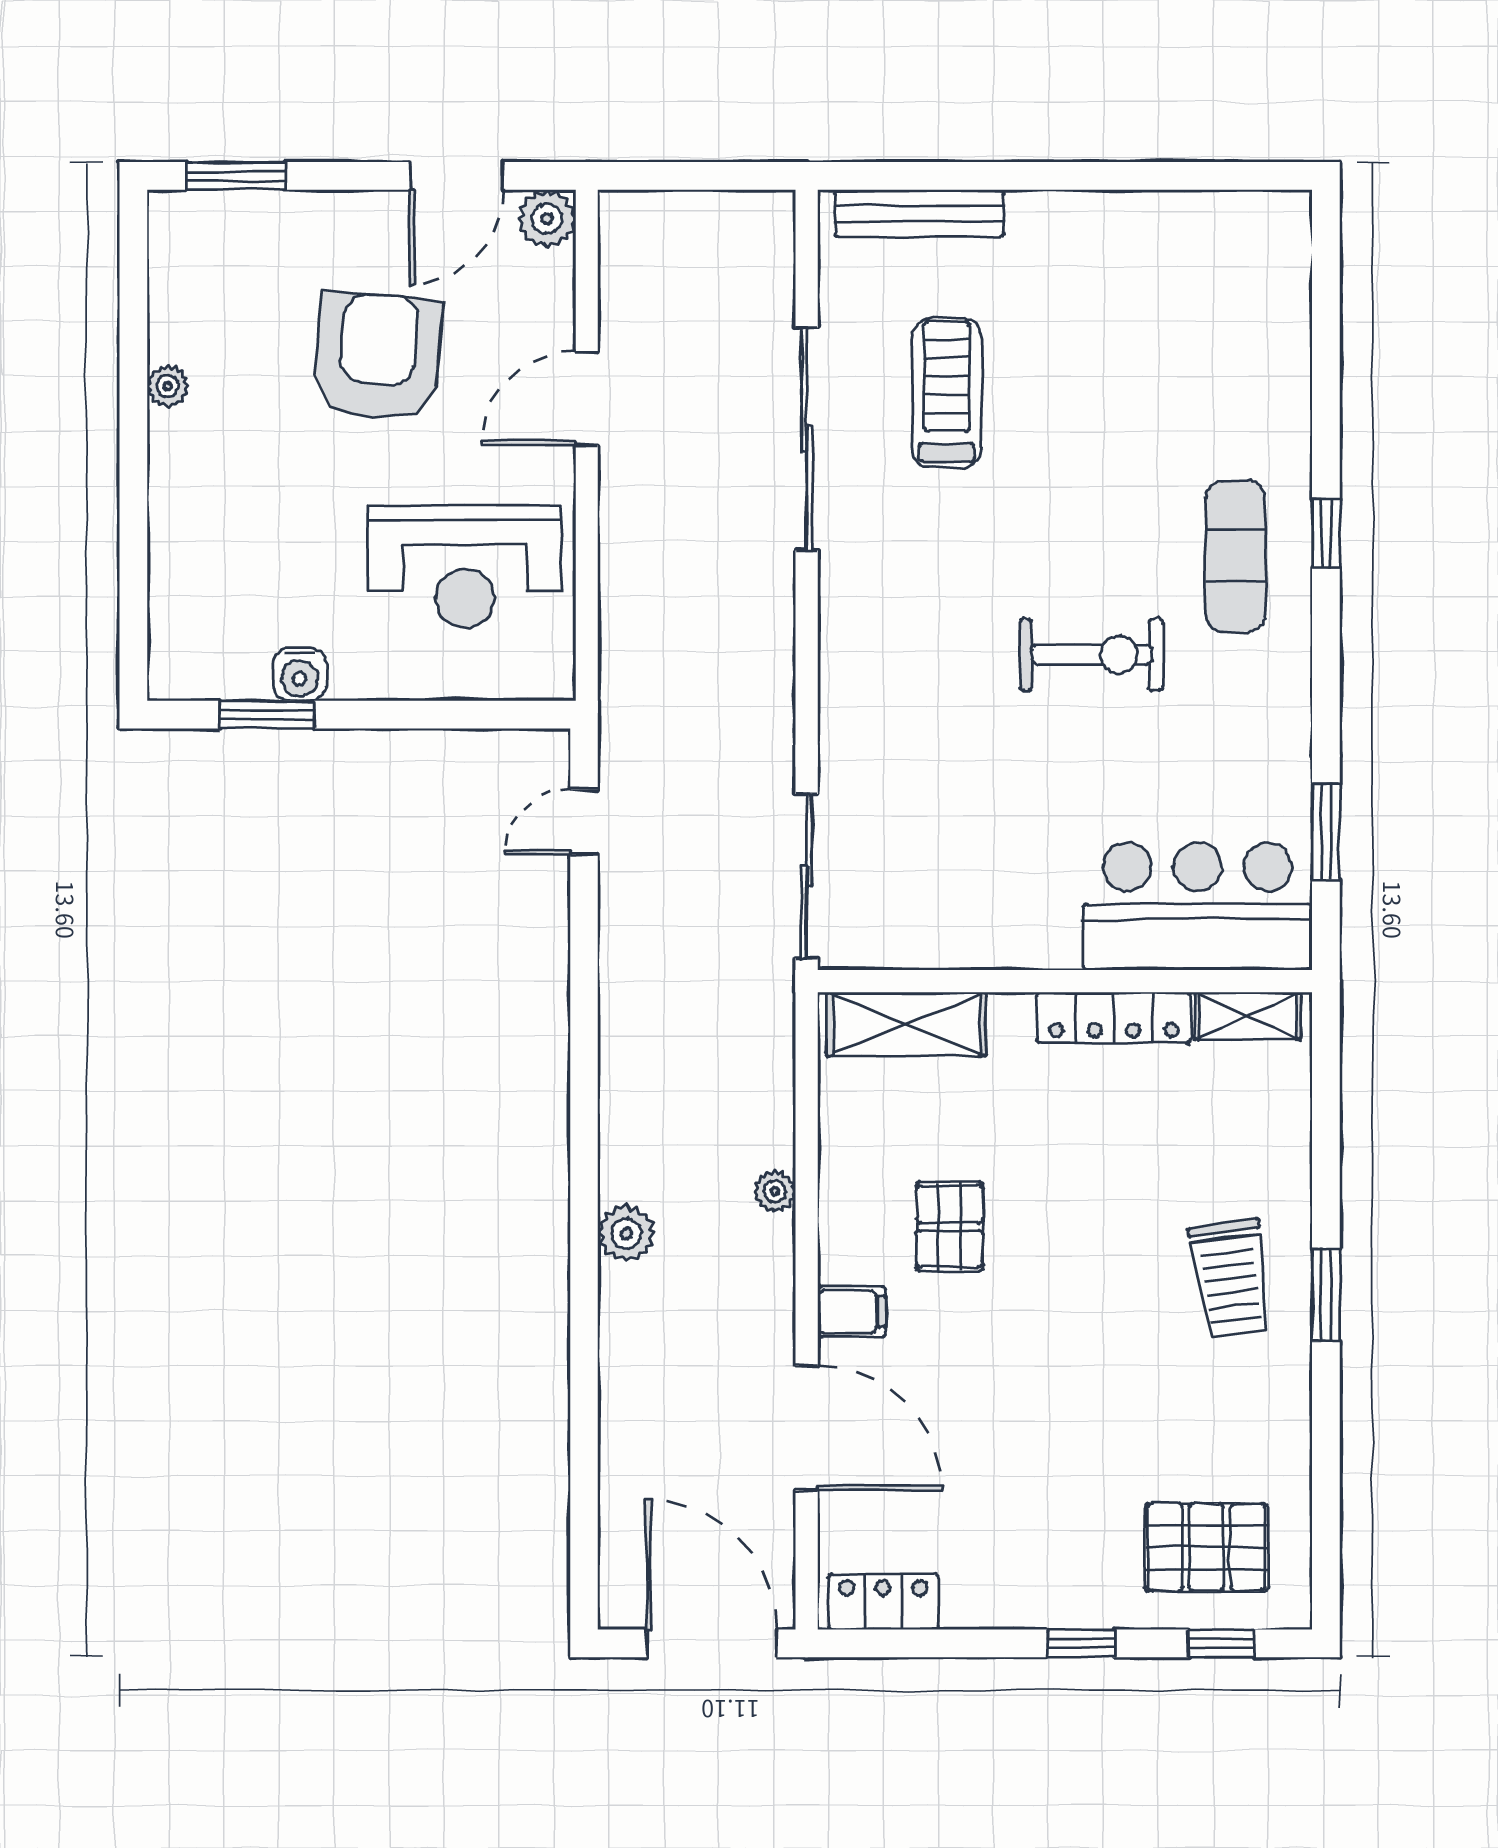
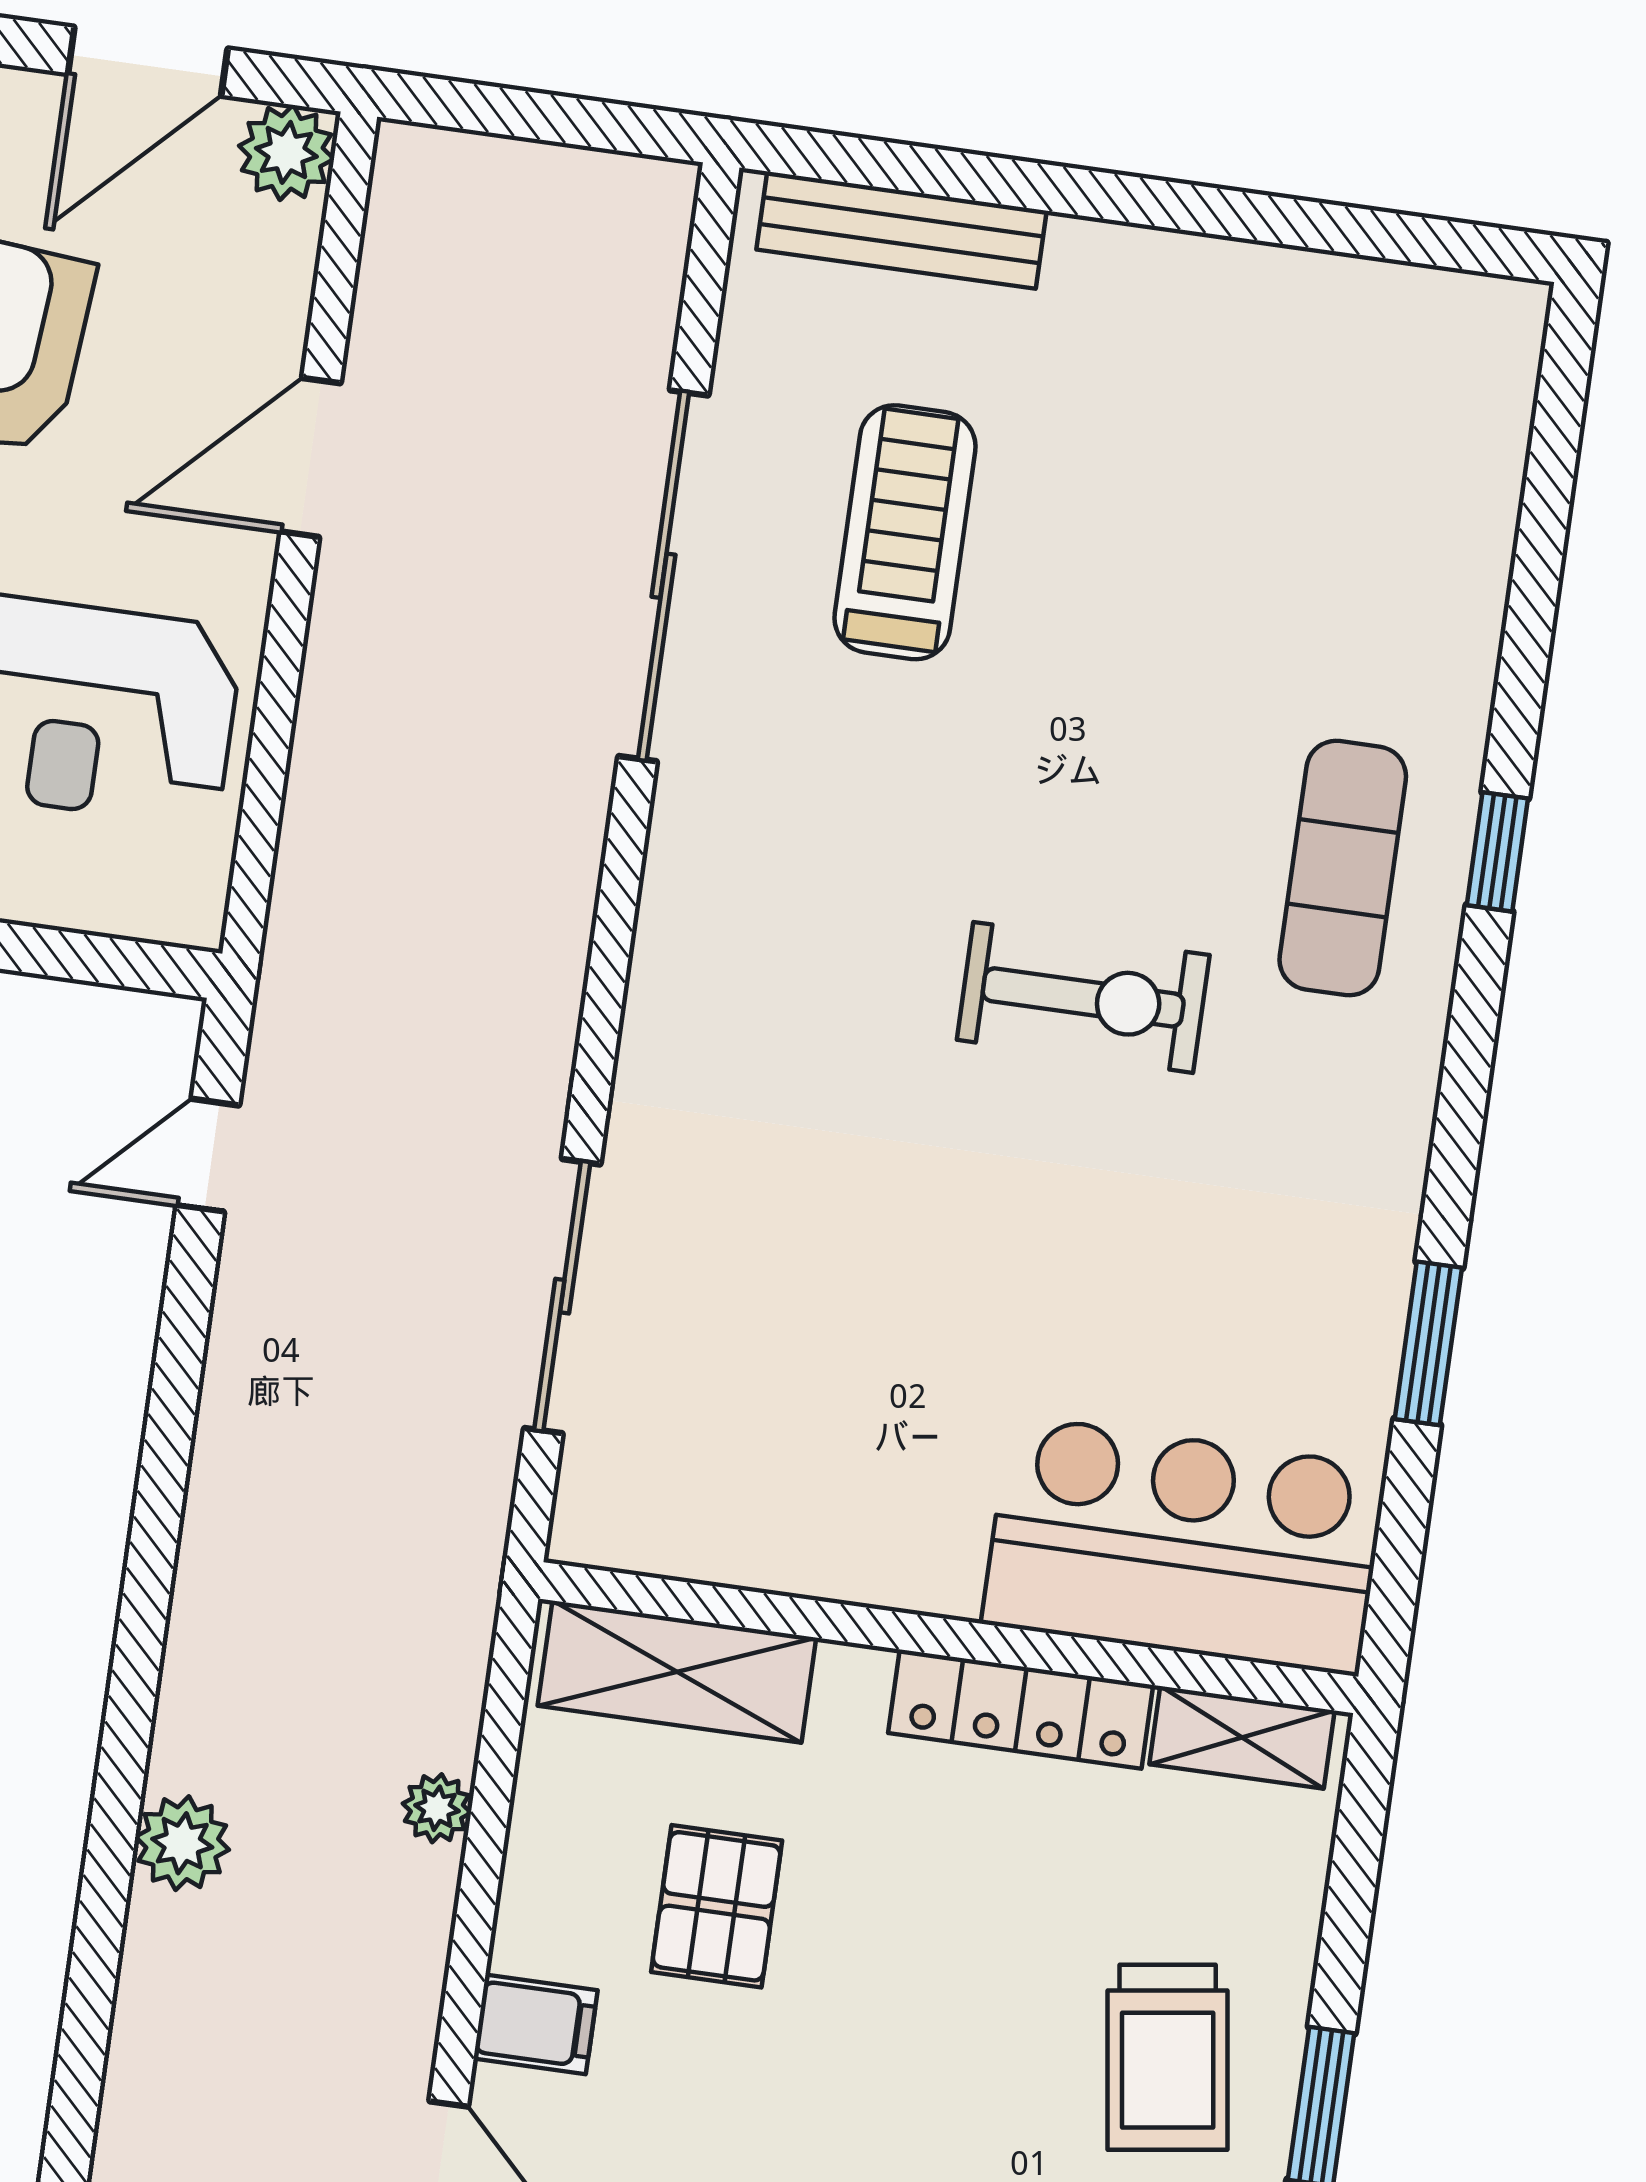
bar counter: (1198, 906) -> (1184, 1545), moved
wall: (1065, 981) -> (948, 1638), moved
shelving: (1248, 1016) -> (1242, 1737), moved
locker: (1114, 1018) -> (1021, 1709), moved
shelving: (906, 1024) -> (677, 1672), moved

